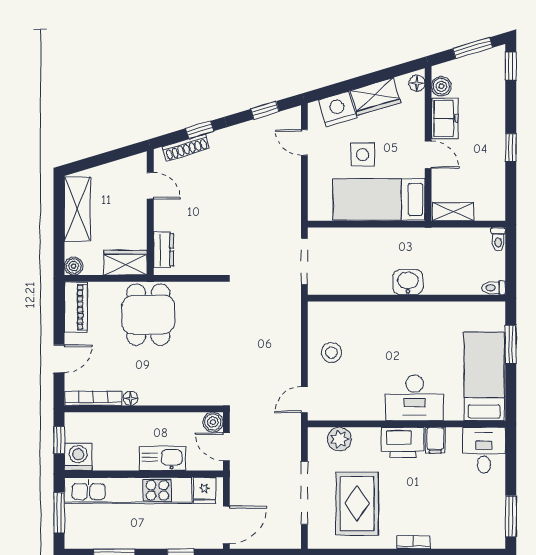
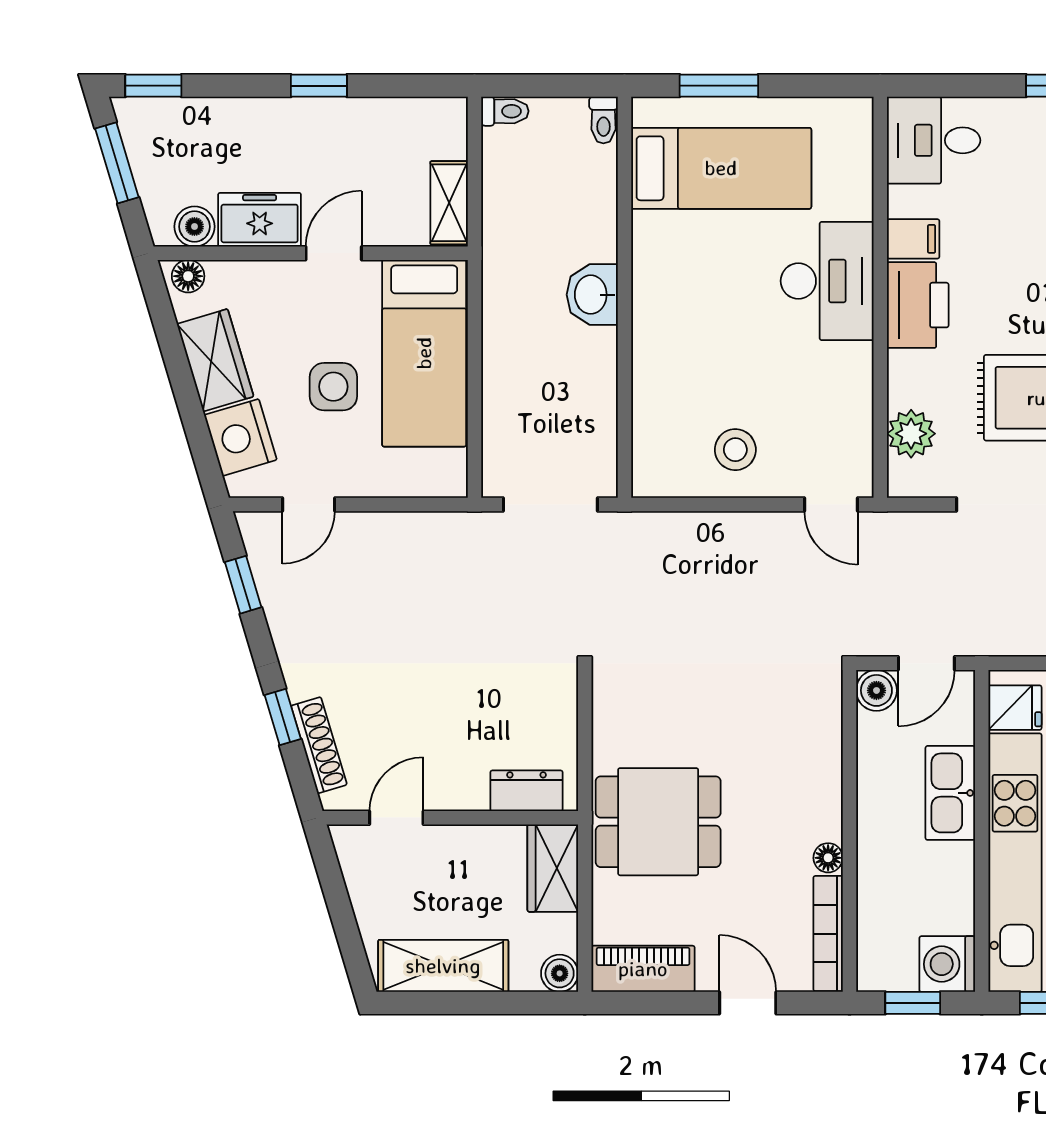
bed: (484, 376) -> (721, 168), moved, turned 180

